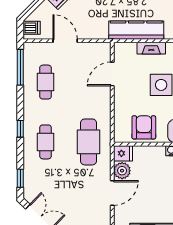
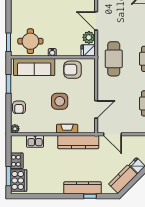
door: (65, 41) -> (113, 134), moved
armchair: (144, 127) -> (73, 70), turned 90
door: (112, 193) -> (96, 21), hinge flipped

